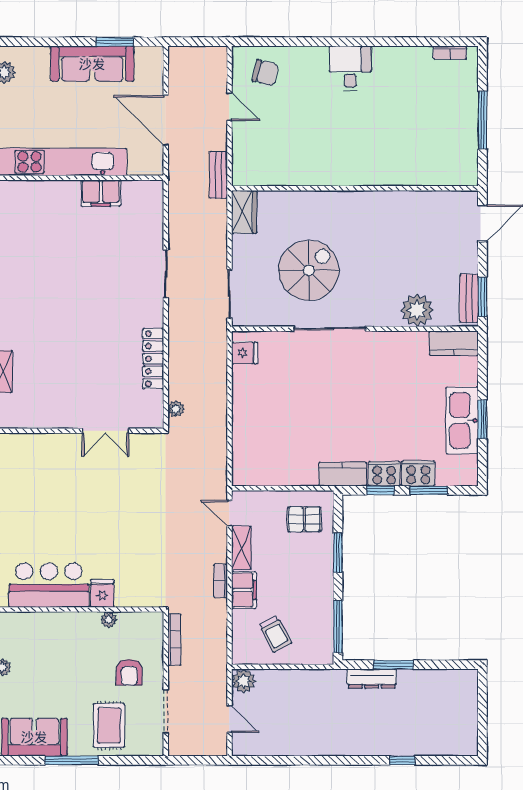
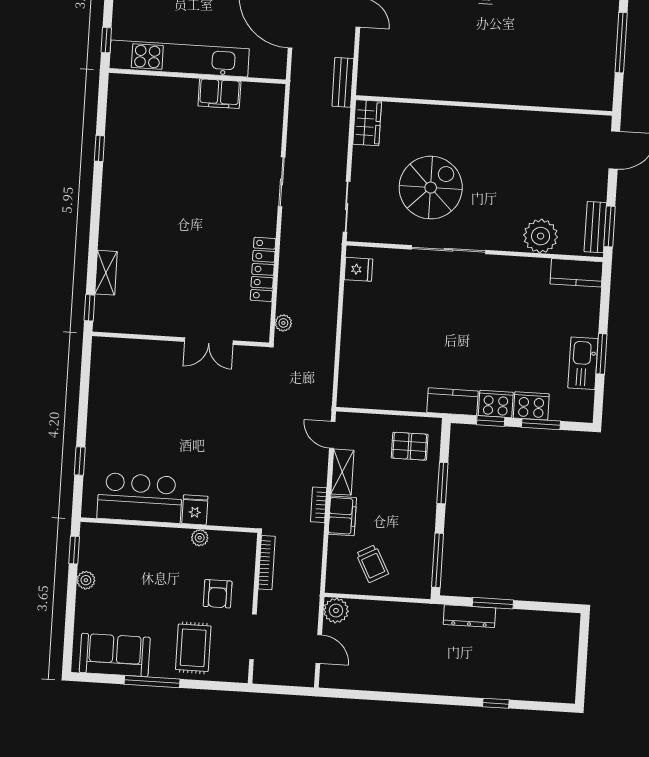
kitchen sink: (462, 420) -> (583, 363), width x0.73, depth x0.81

